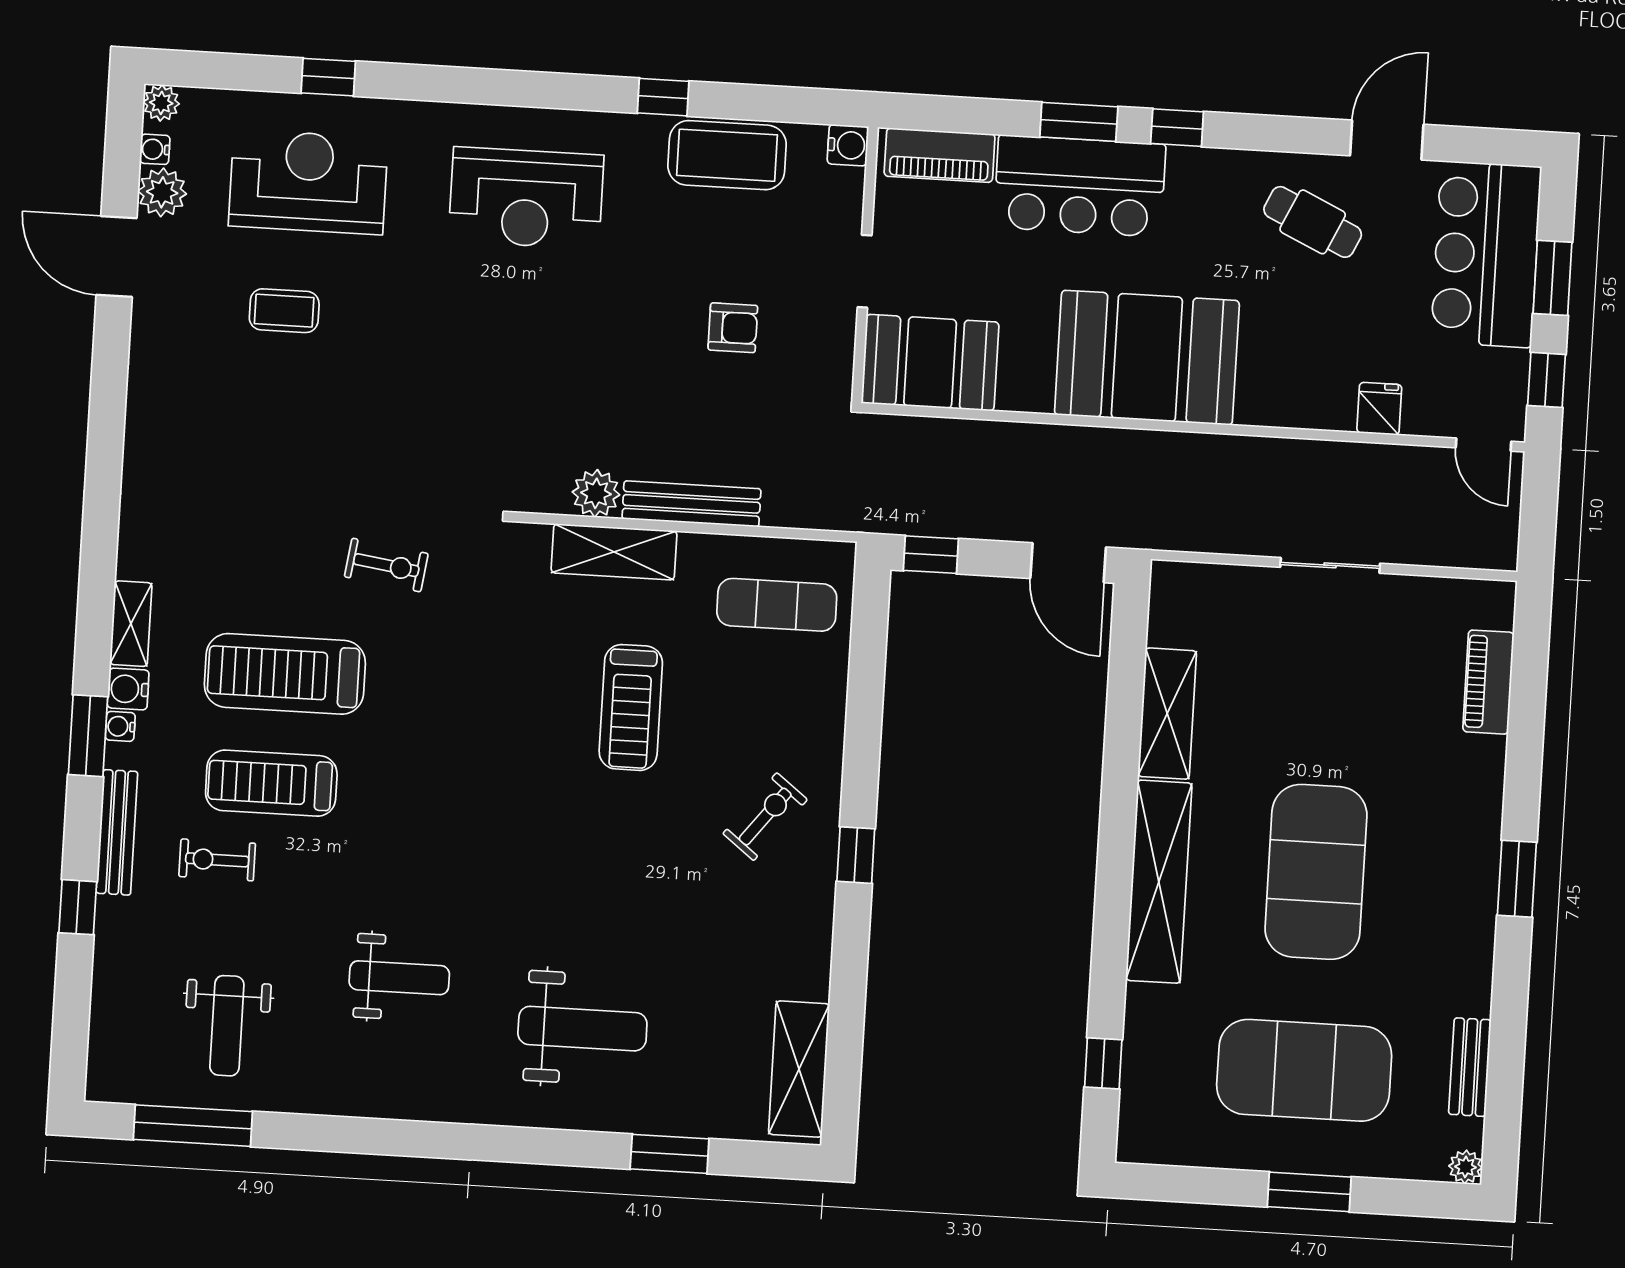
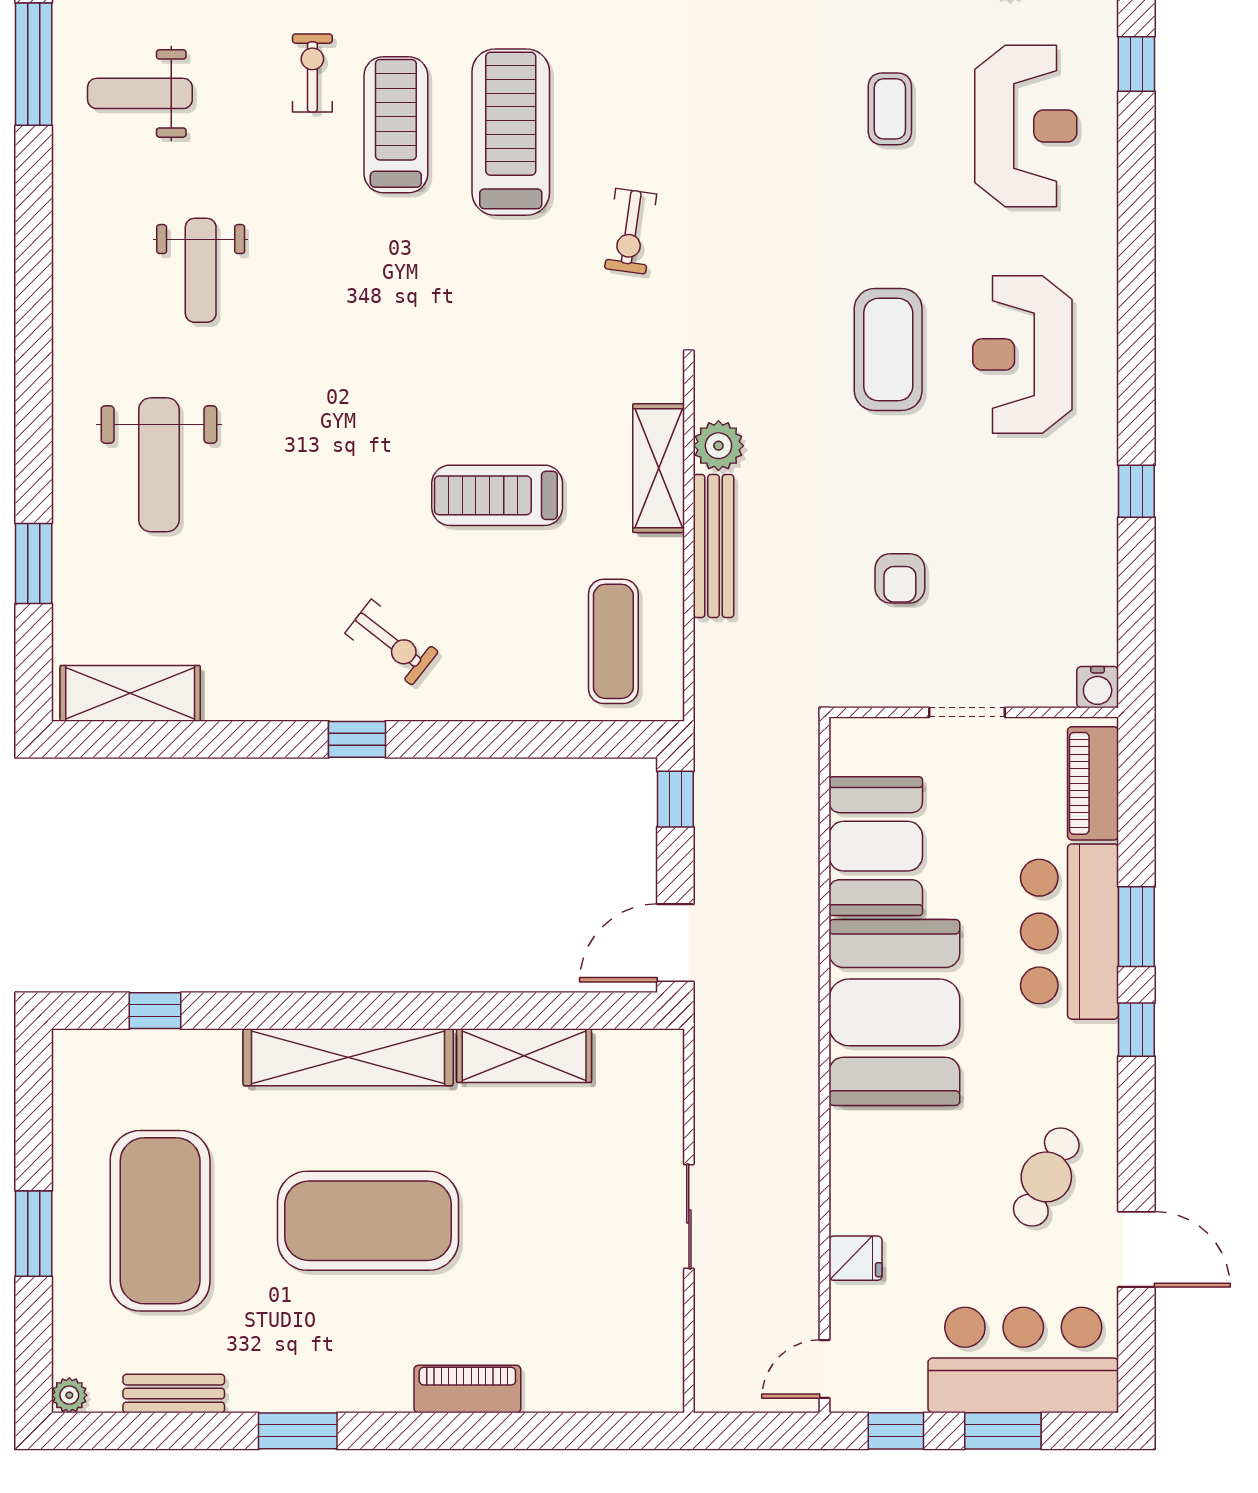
window: (328, 77) -> (1136, 64), moved
coffee table: (727, 155) -> (888, 350), moved
booth: (930, 363) -> (876, 846), moved
piano: (1488, 682) -> (467, 1389), moved
window: (1517, 879) -> (298, 1431), moved

